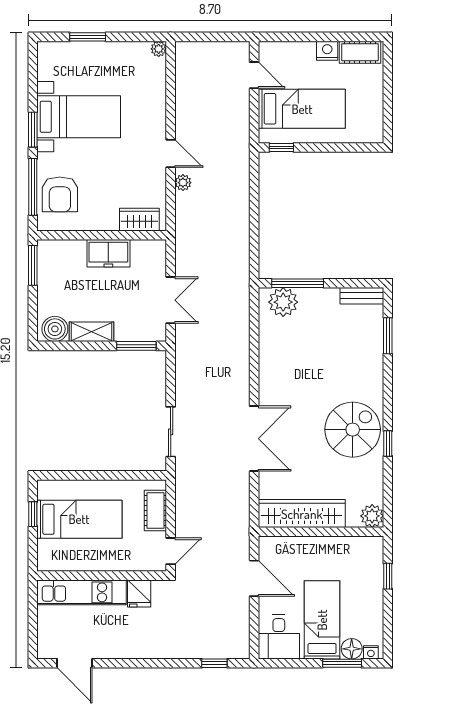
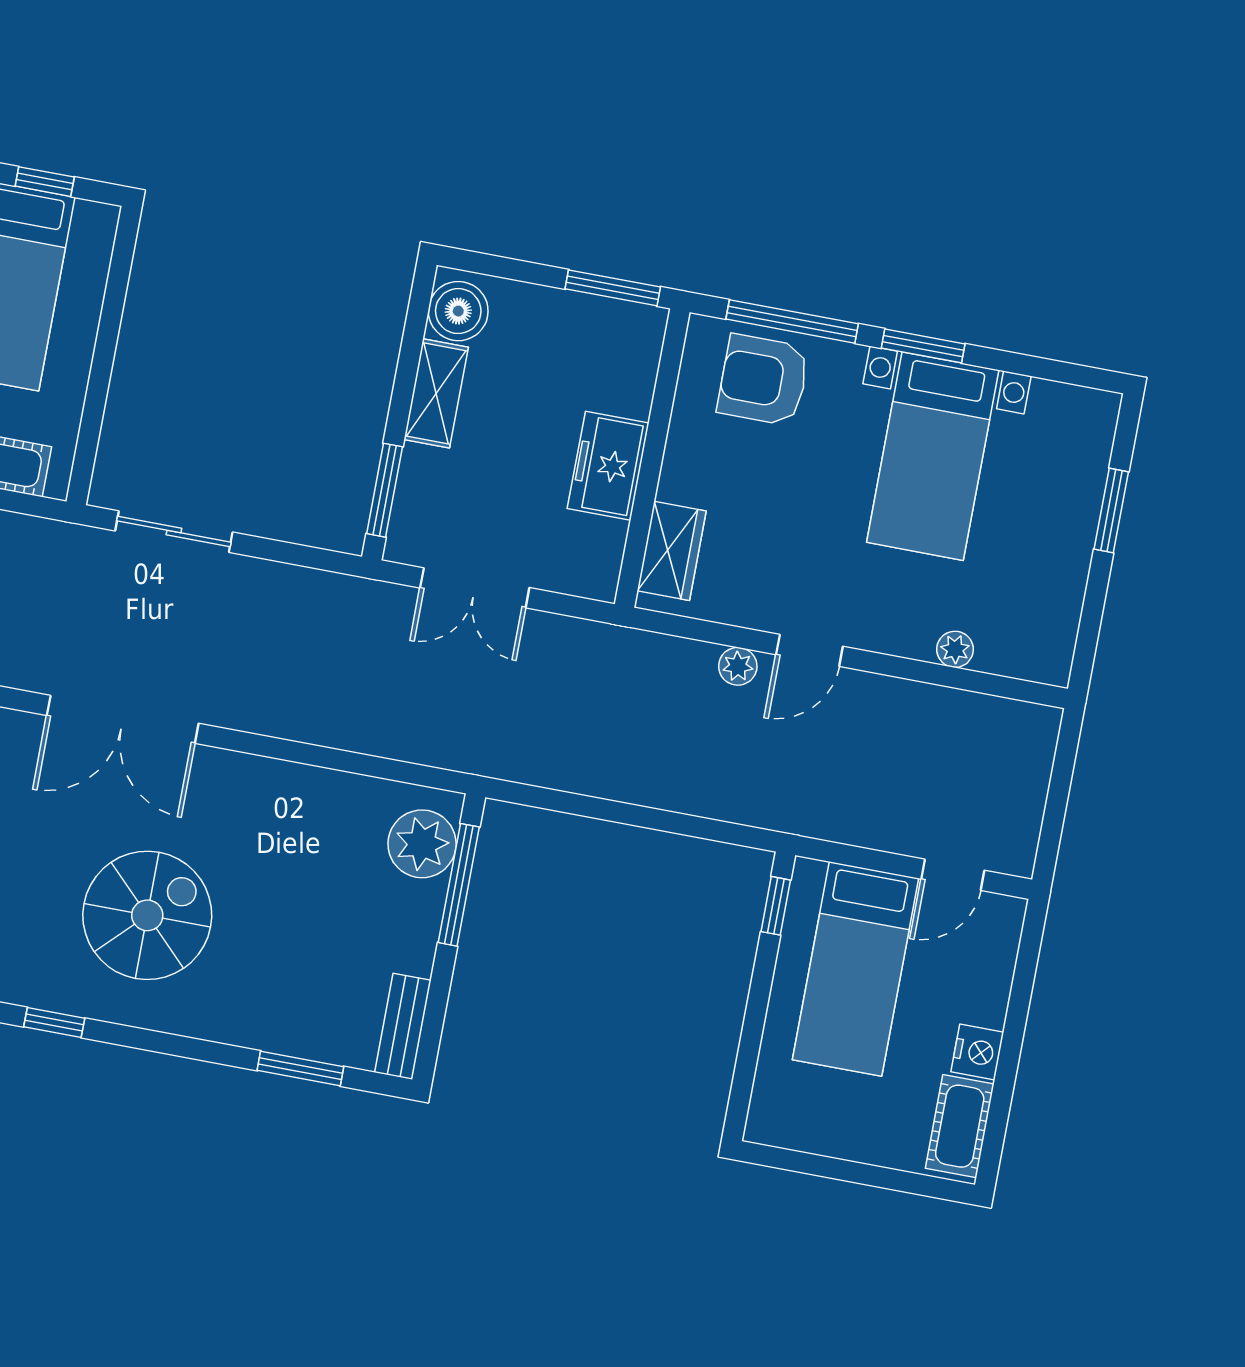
plant: (159, 49) -> (955, 649), moved
spiral stairs: (353, 430) -> (147, 915), moved, turned -90

